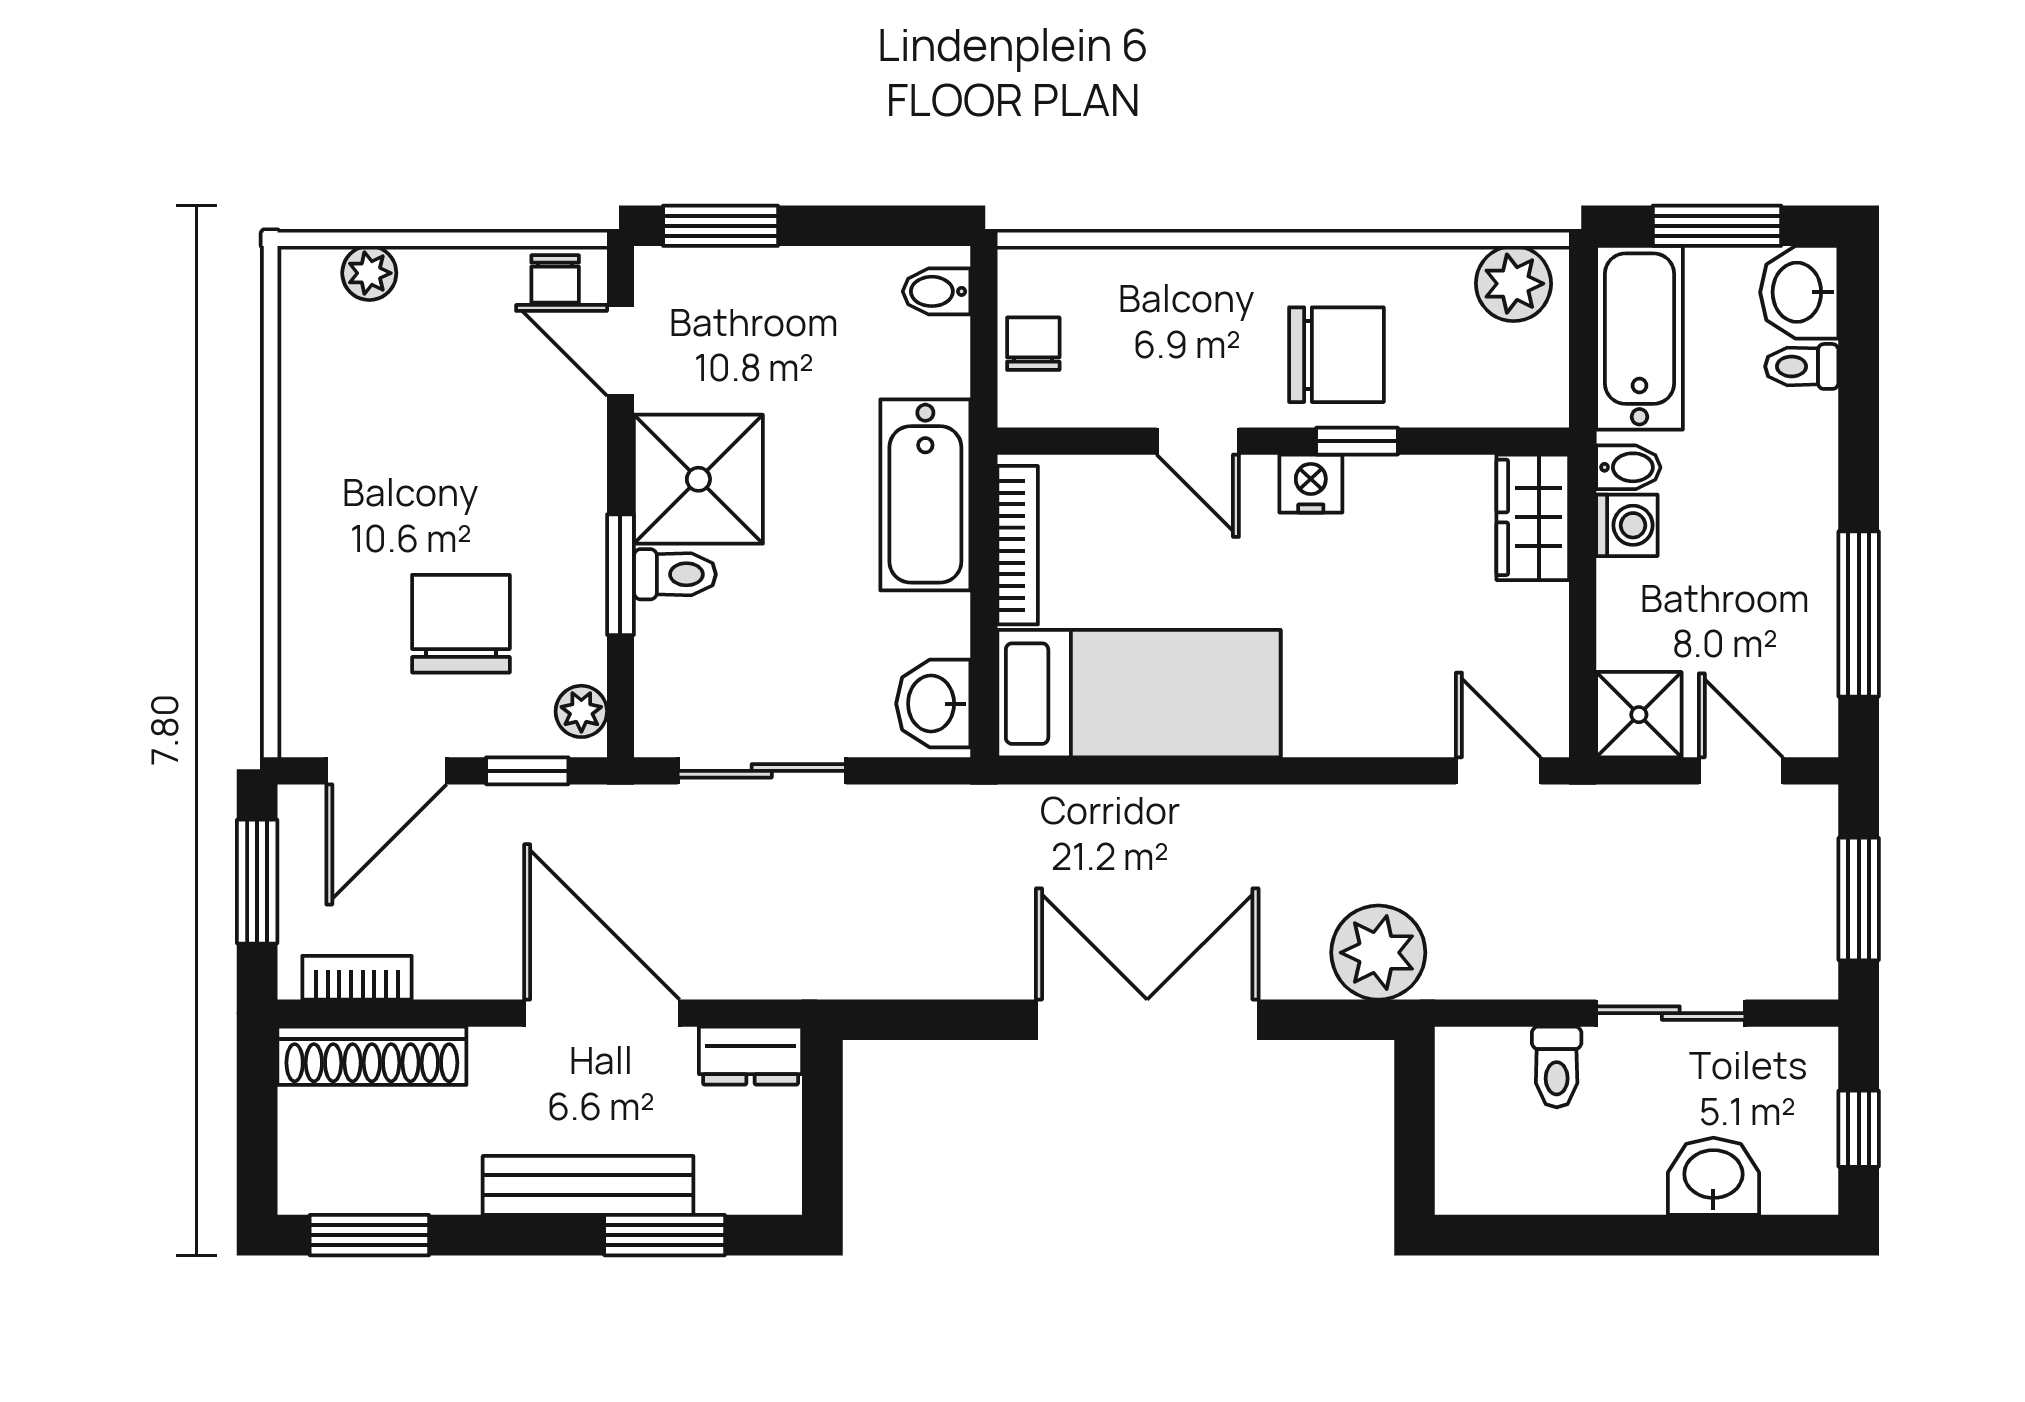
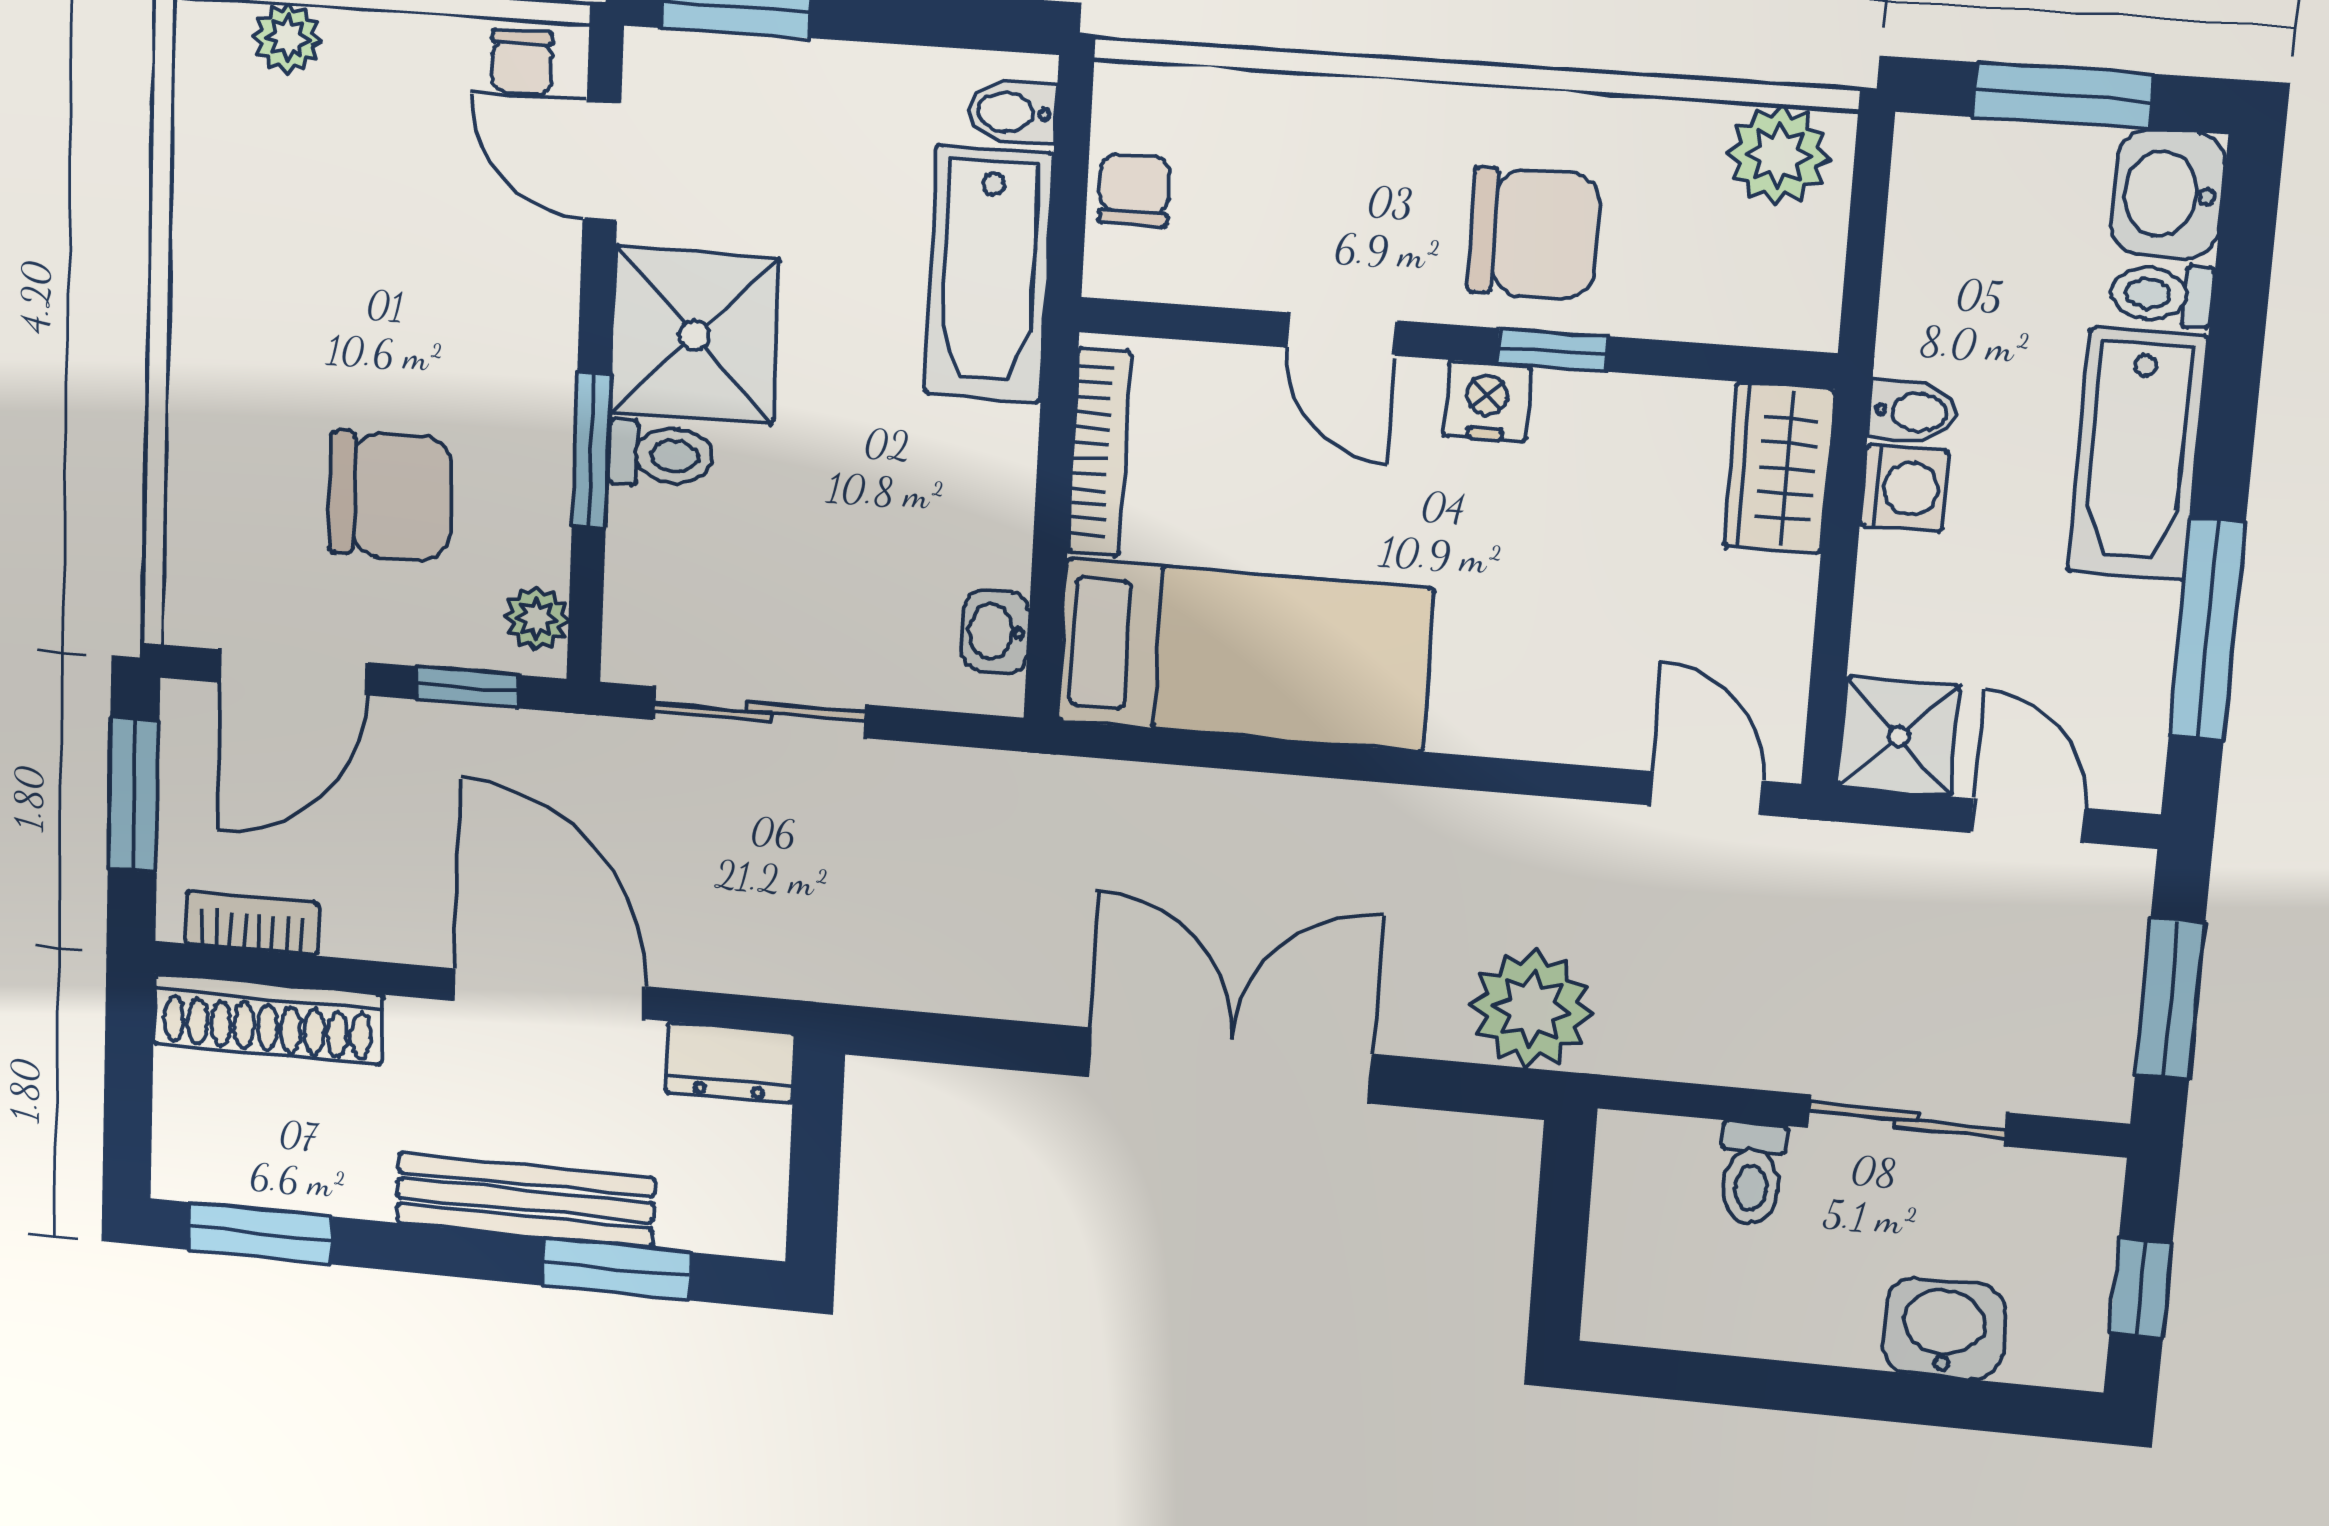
bathtub: (1639, 338) -> (2137, 454), moved, turned 180
bathtub: (925, 495) -> (989, 274), moved
chair: (461, 624) -> (390, 496), turned 90
washbasin: (933, 704) -> (995, 631), width x0.72, depth x0.69

